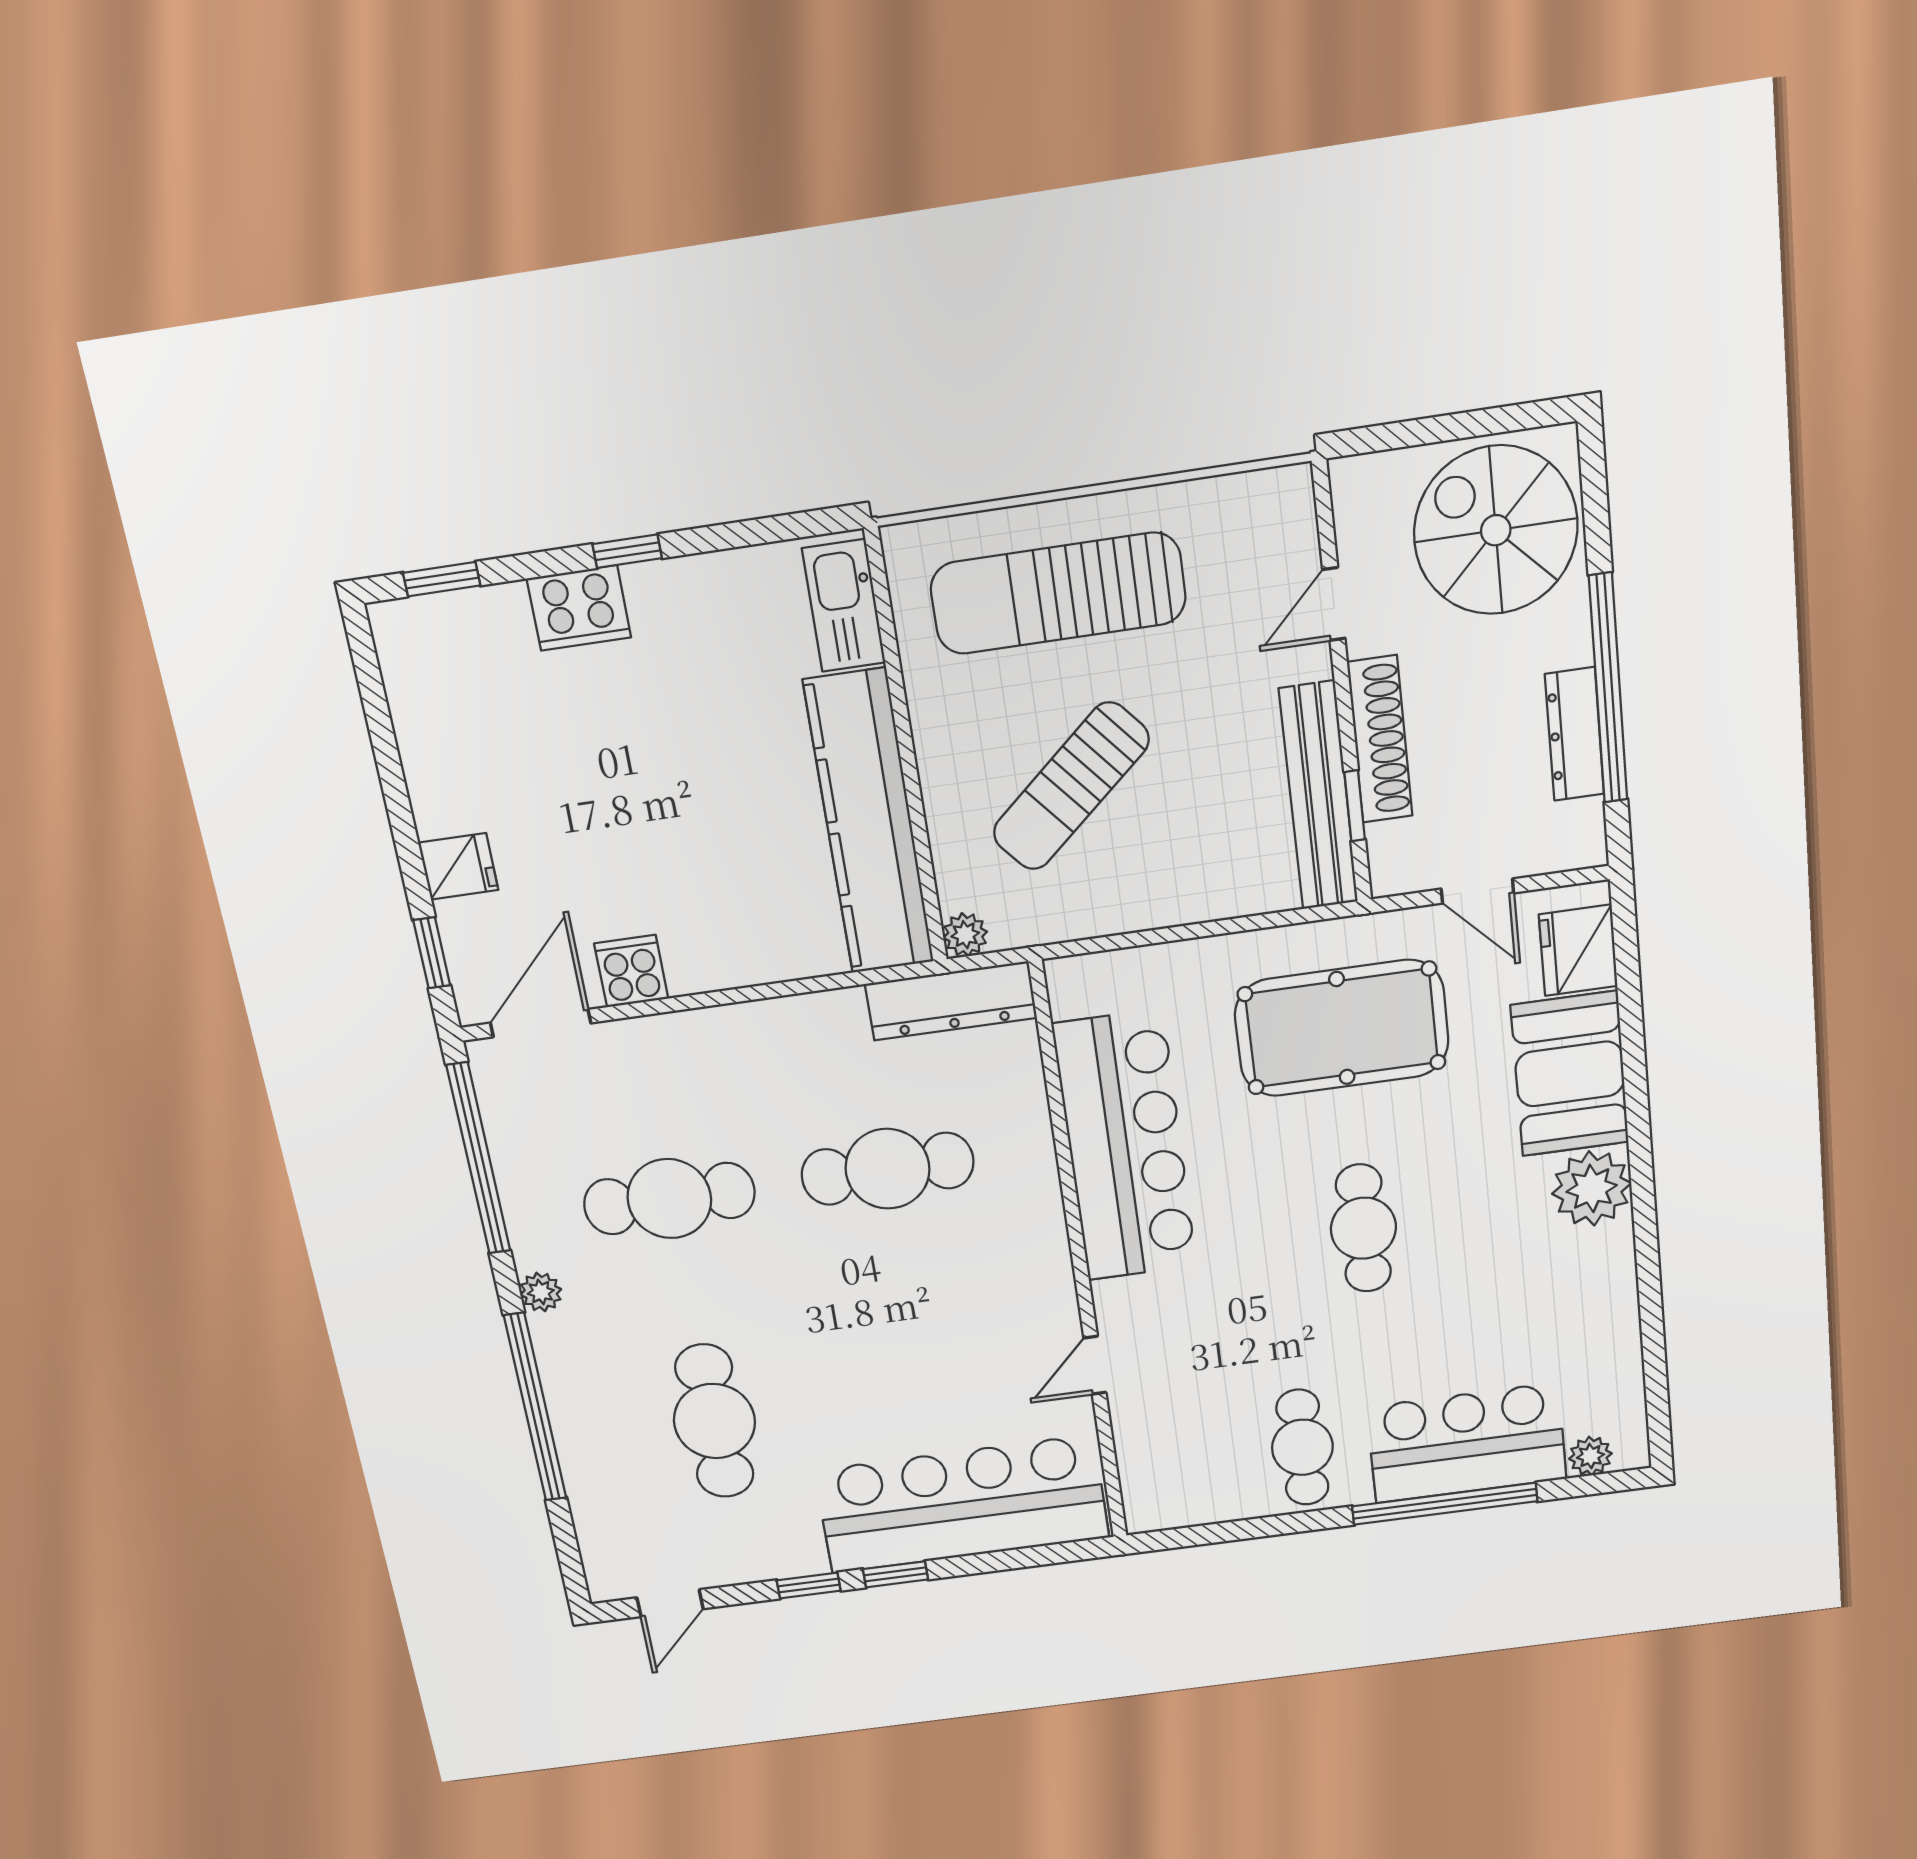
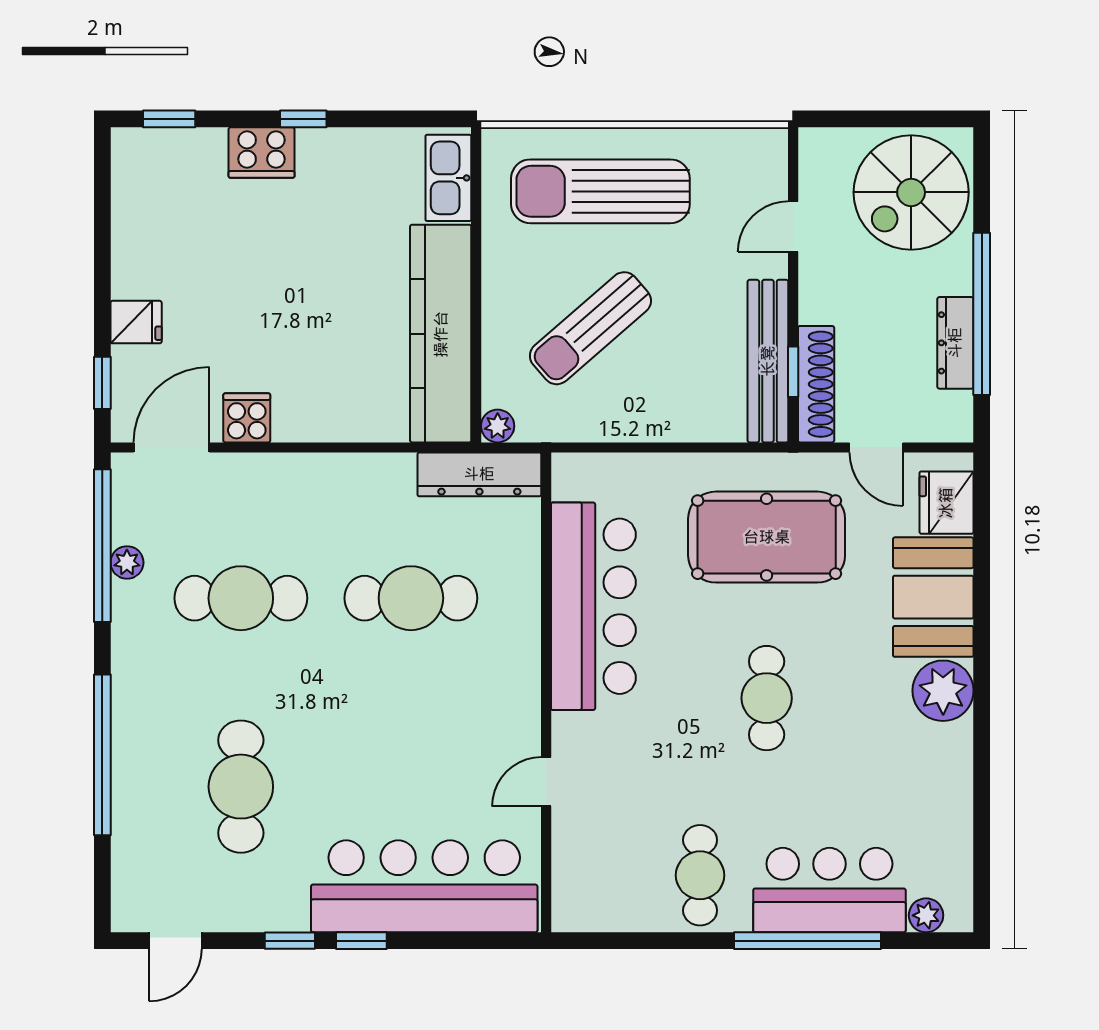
spiral stairs: (1496, 530) -> (911, 192), turned -90
shoe rack: (1380, 739) -> (816, 384), moved
plant: (541, 1292) -> (127, 562), moved

